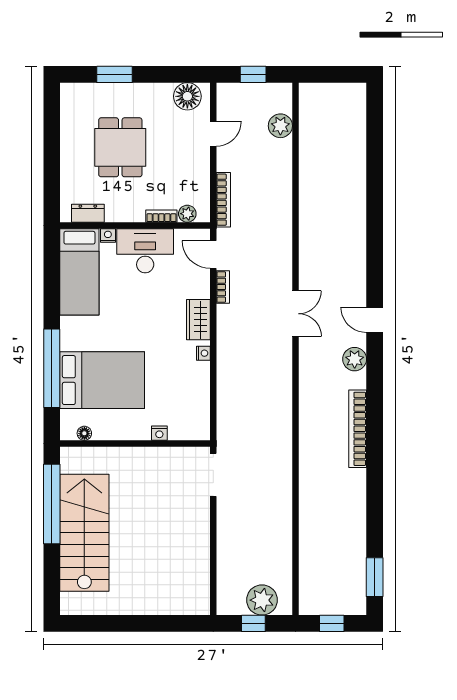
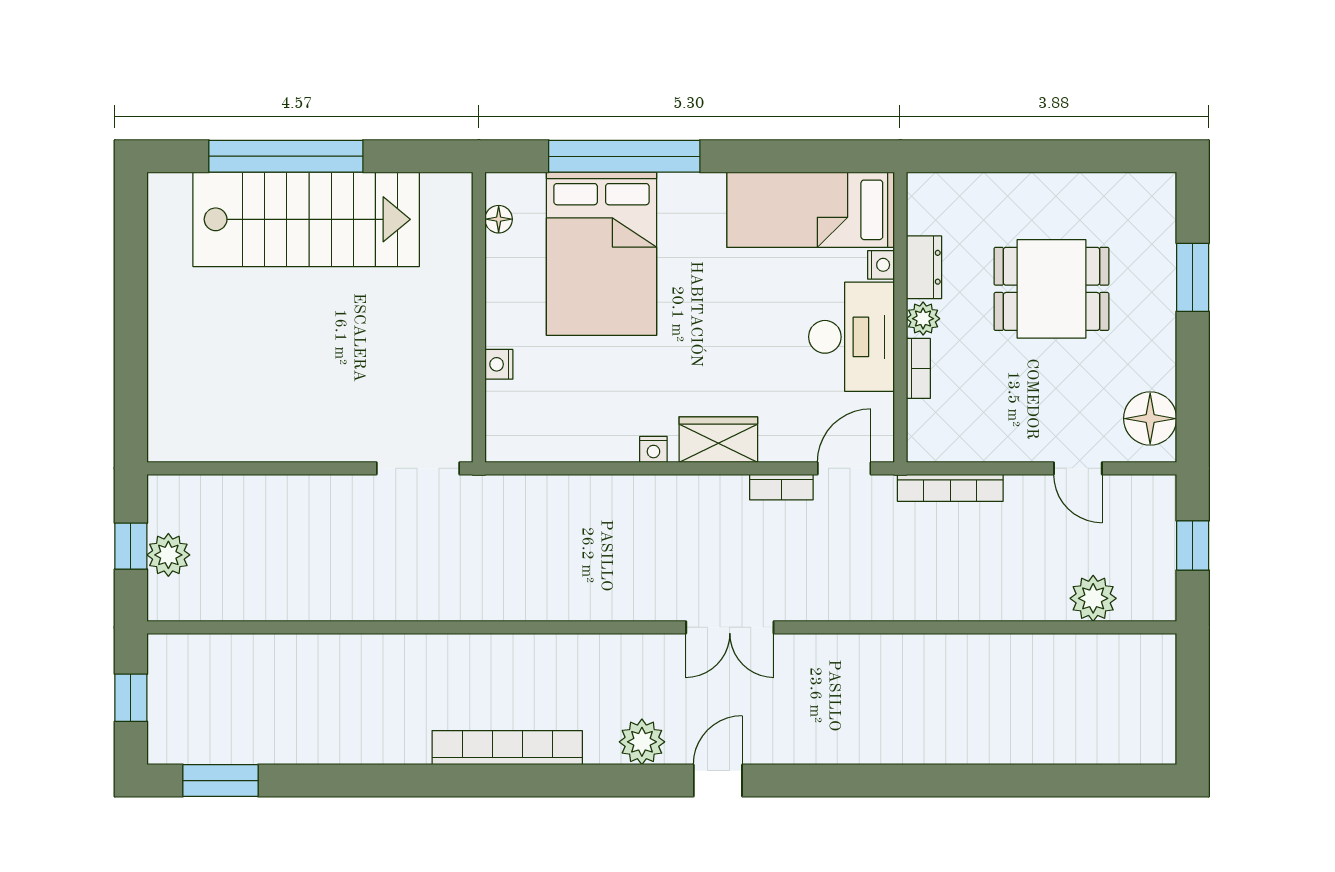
dresser: (88, 213) -> (924, 267), moved
plant: (187, 214) -> (923, 319), moved
window: (52, 504) -> (286, 156), moved
plant: (262, 600) -> (168, 555), width x0.73, depth x0.73

